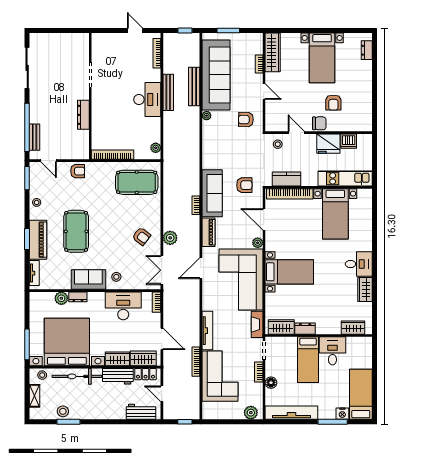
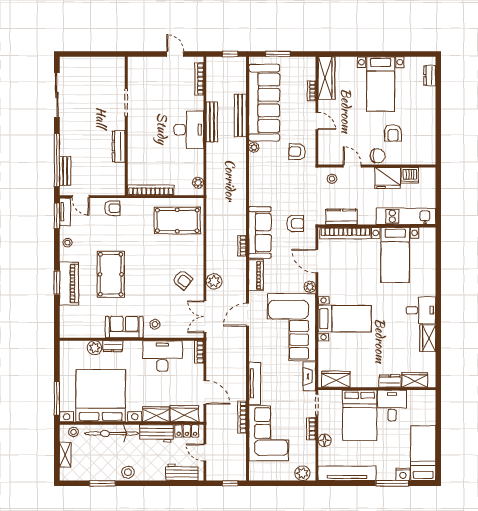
tv unit: (34, 273) -> (65, 212), moved
dresser: (305, 329) -> (390, 381), moved
bed: (308, 360) -> (360, 415), width x1.50
stool: (63, 411) -> (128, 472), moved

